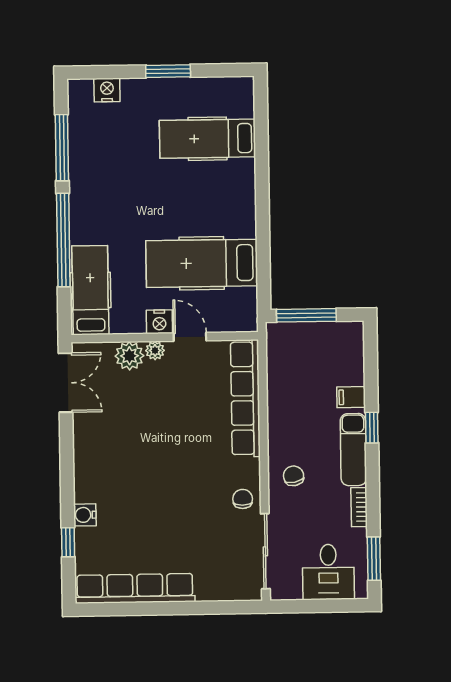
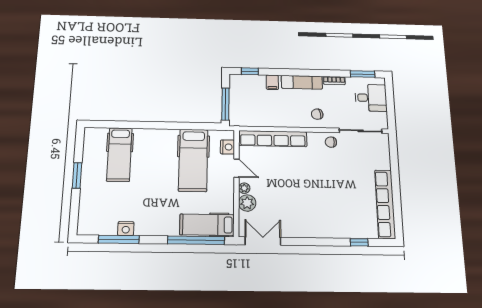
nightstand: (107, 90) -> (126, 229), moved, turned -90
window: (63, 240) -> (196, 240), moved
nightstand: (159, 322) -> (227, 147), moved
door: (190, 337) -> (236, 168), swing flipped
window: (372, 428) -> (250, 71), moved
water cooler: (85, 515) -> (342, 232), removed

